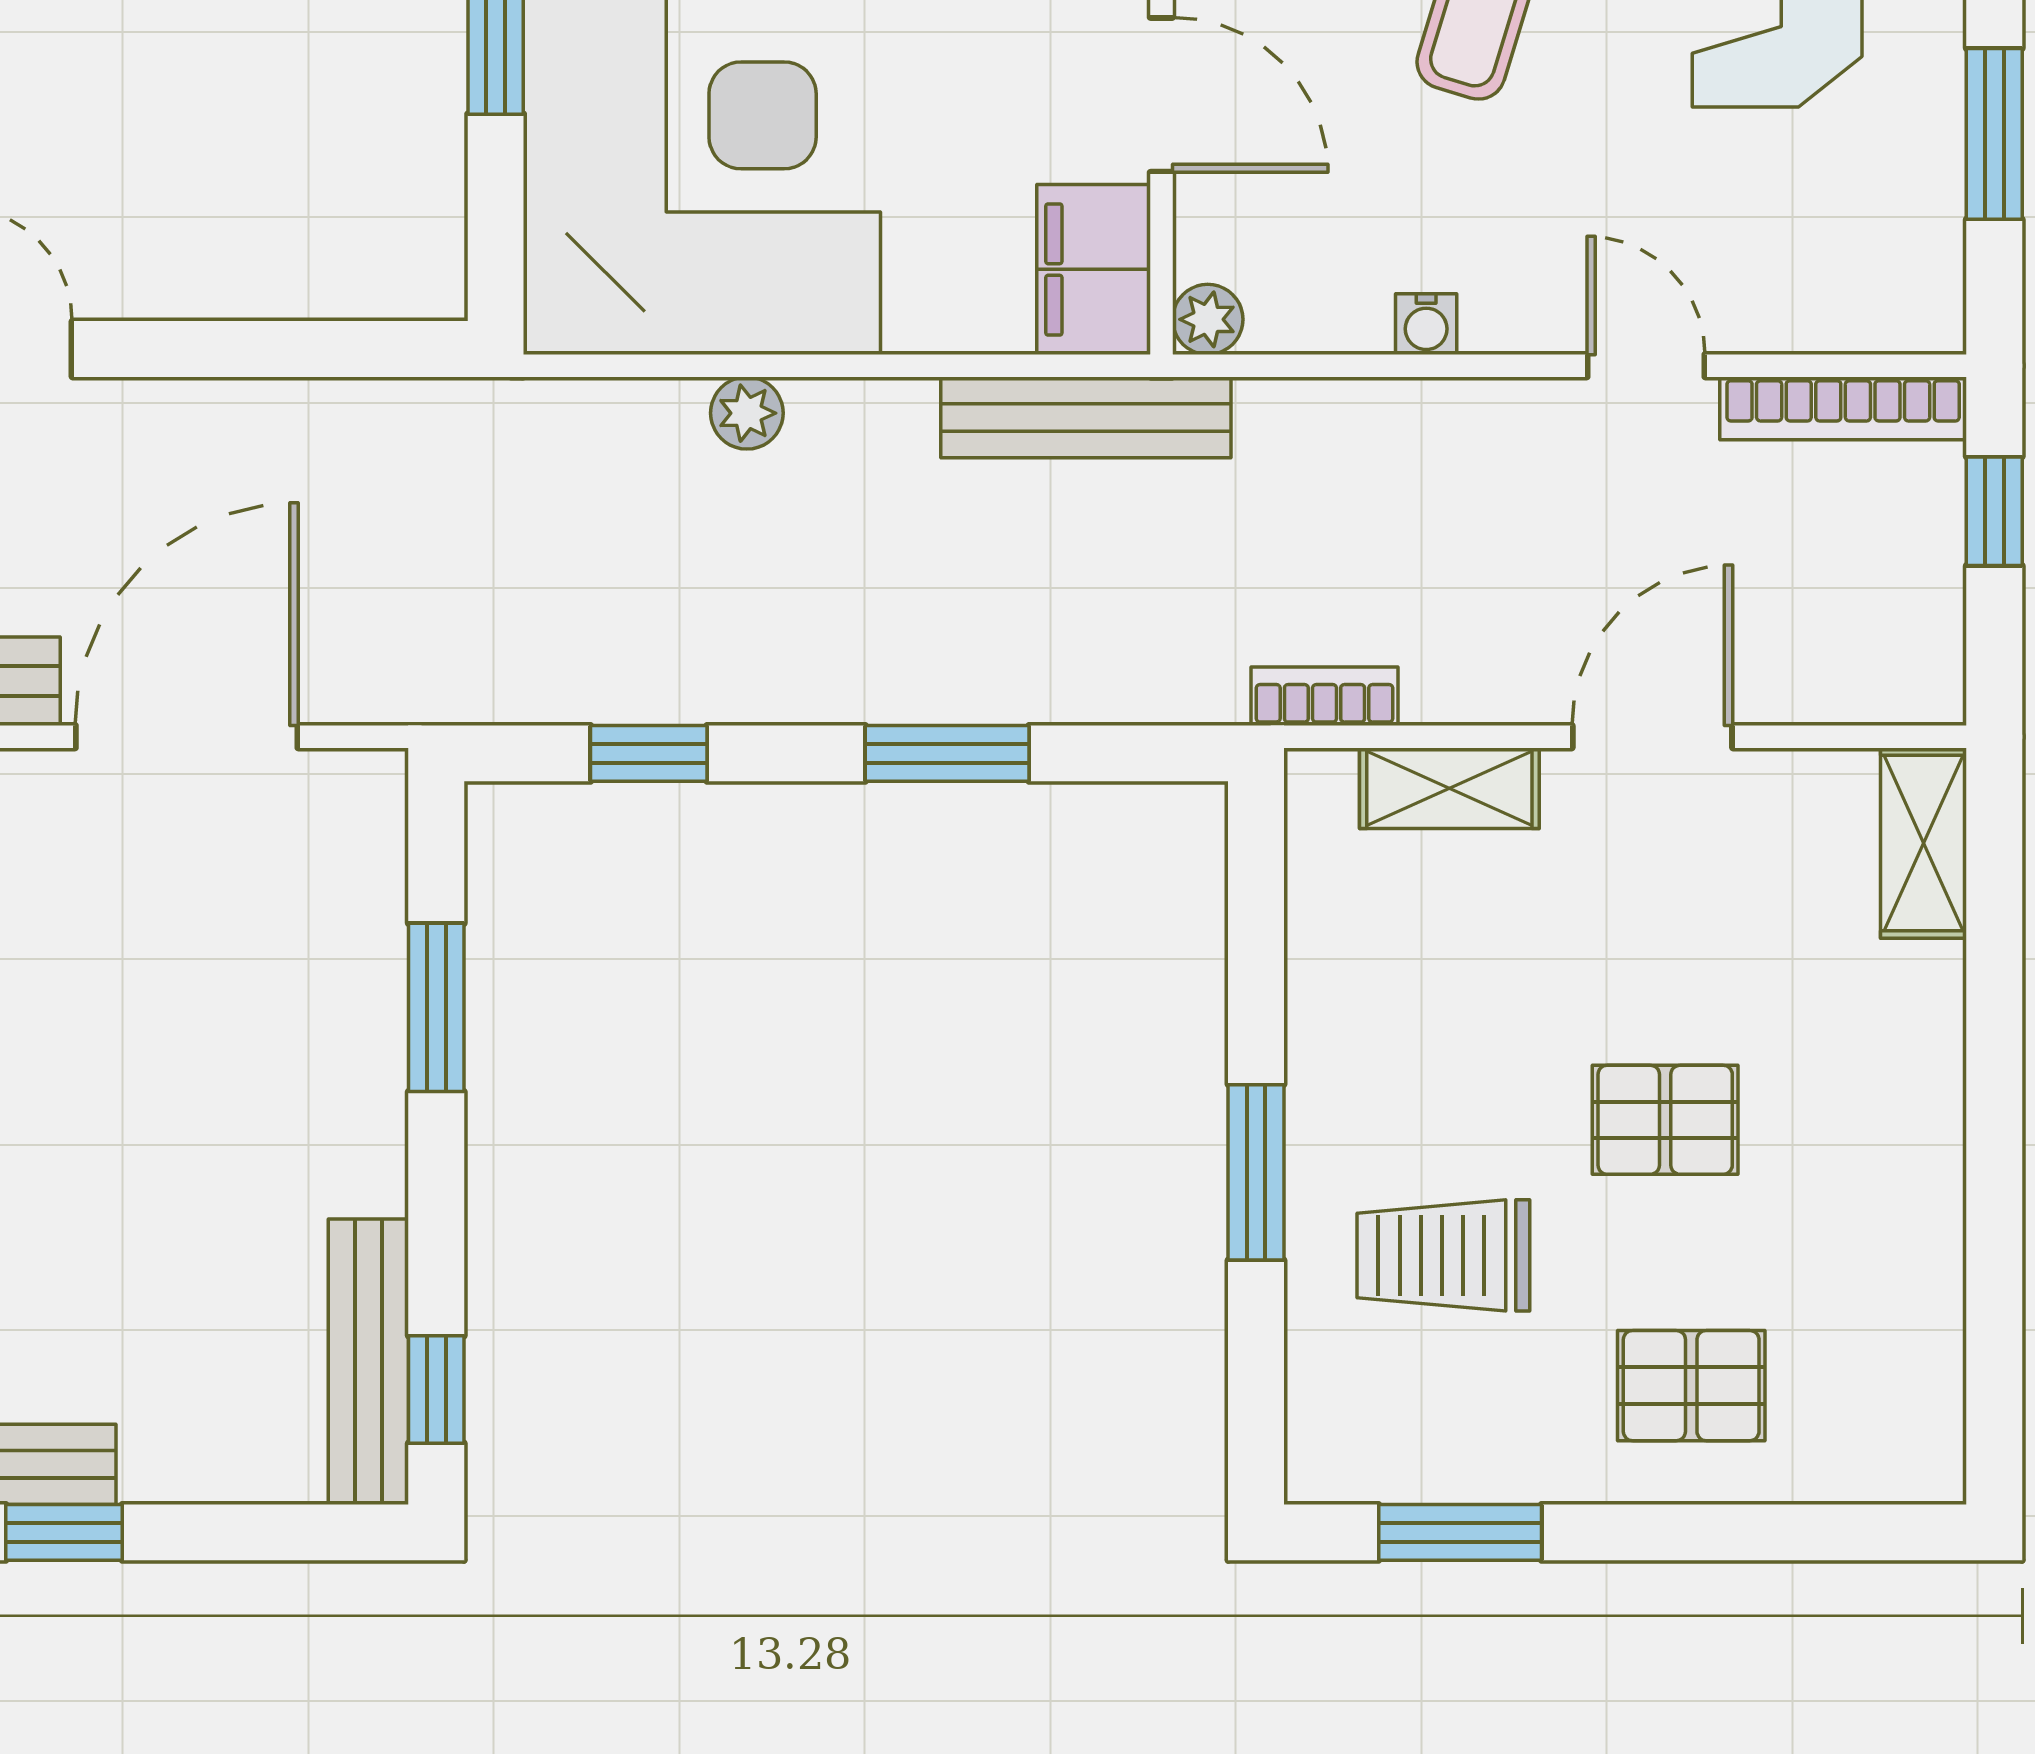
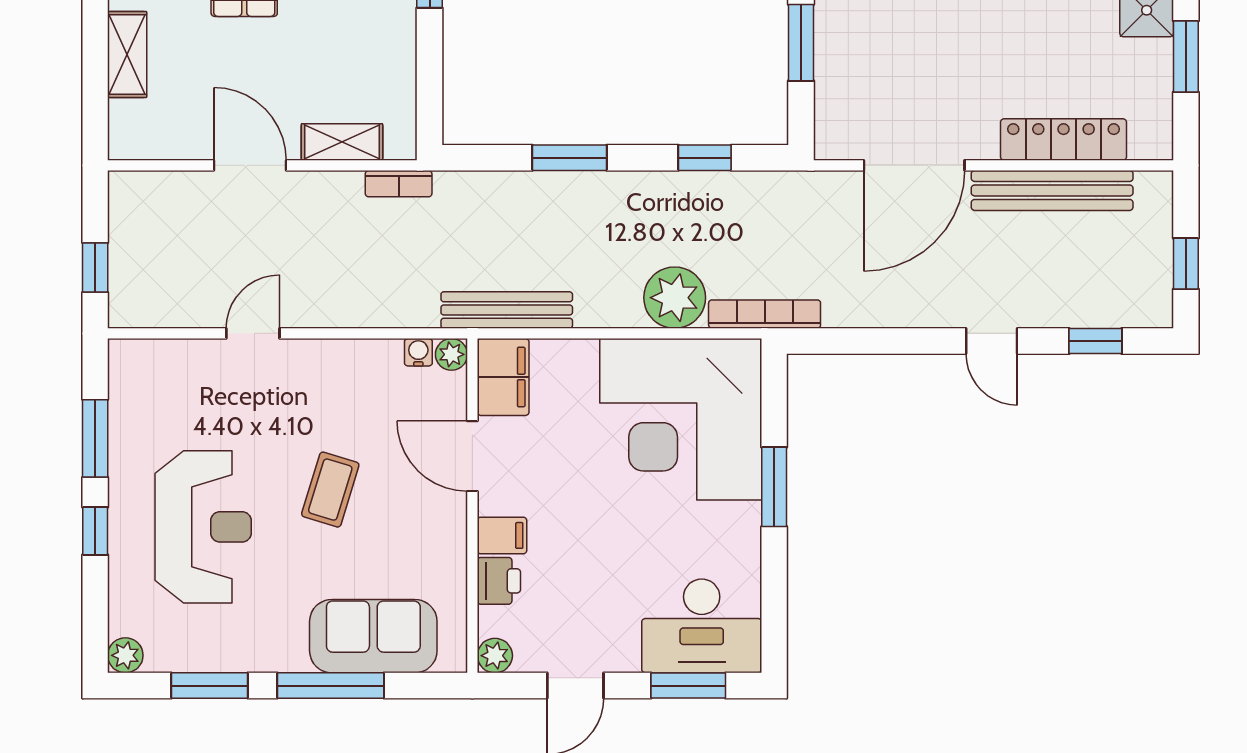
water cooler: (1426, 324) -> (418, 352), moved
door: (1646, 366) -> (253, 333), swing flipped
bookcase: (1843, 408) -> (765, 314), moved
plant: (747, 413) -> (675, 298), width x1.88, depth x1.88
door: (1652, 737) -> (250, 165), swing flipped
shelving: (1924, 843) -> (127, 54), moved

